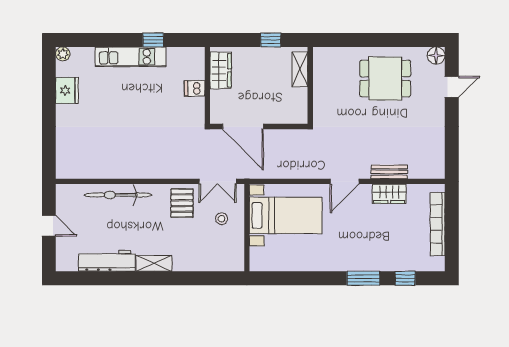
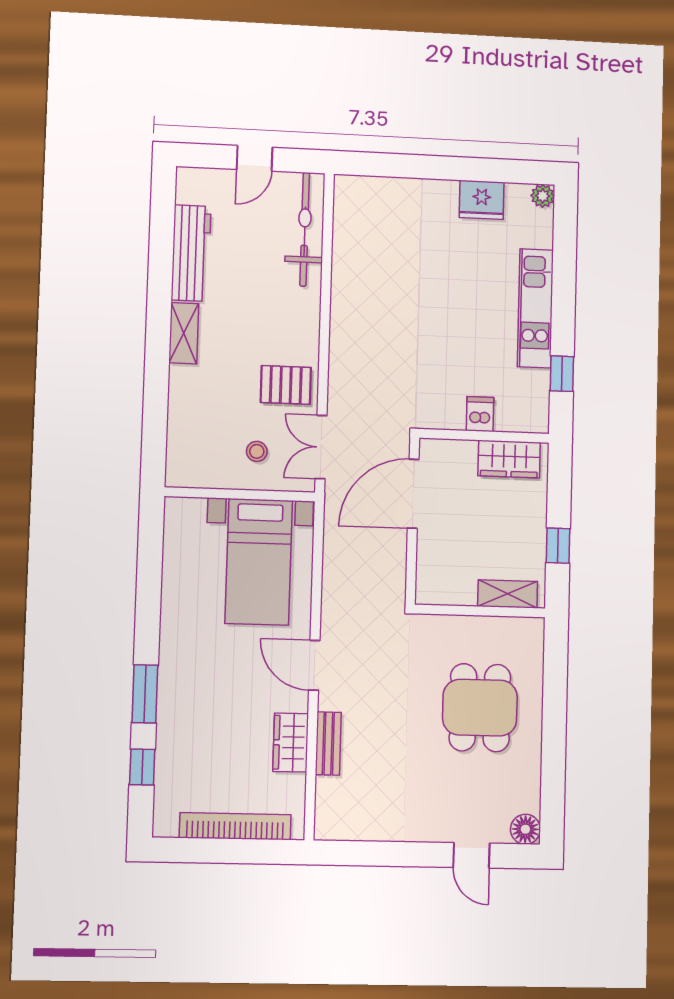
window: (153, 40) -> (562, 374), moved
dining table: (385, 79) -> (480, 708), moved
bicycle: (118, 195) -> (305, 229), moved

